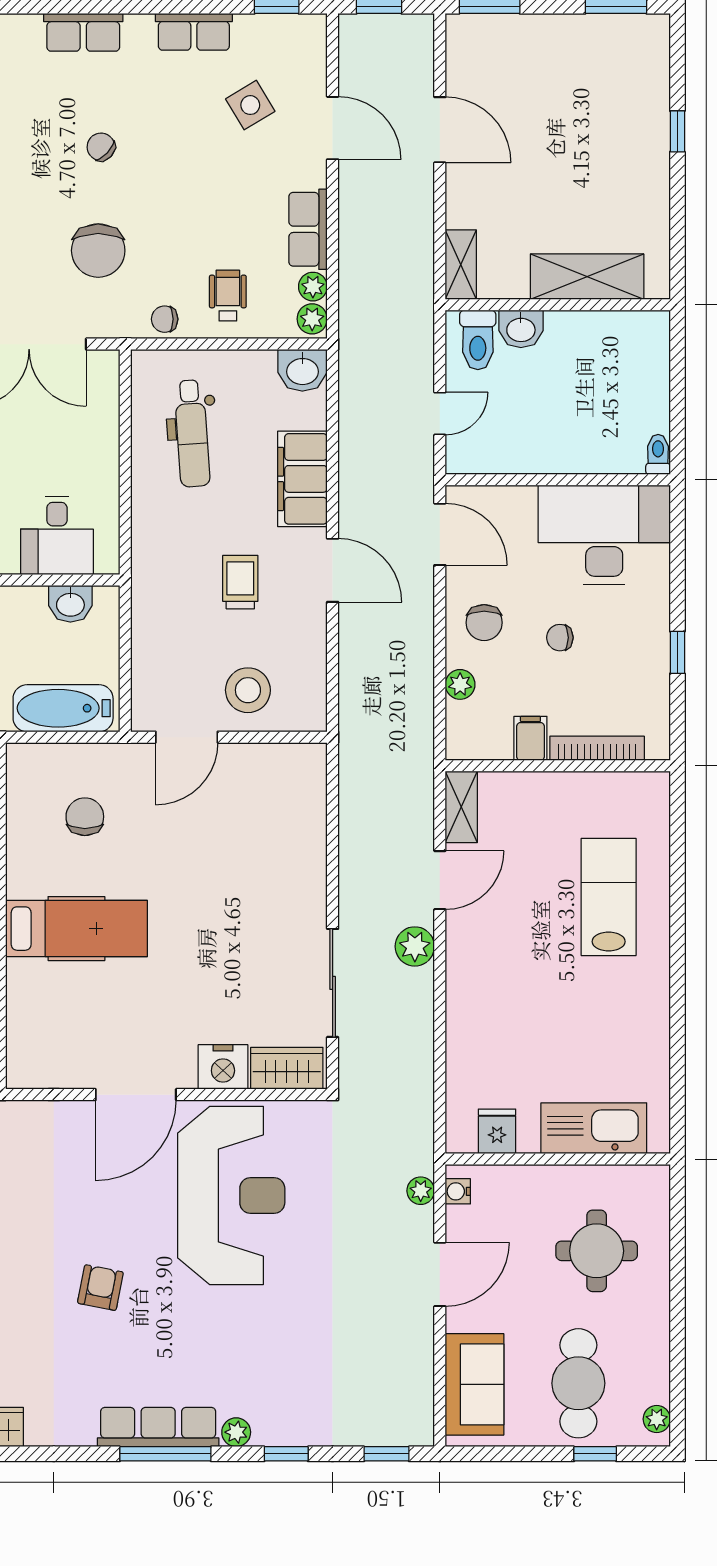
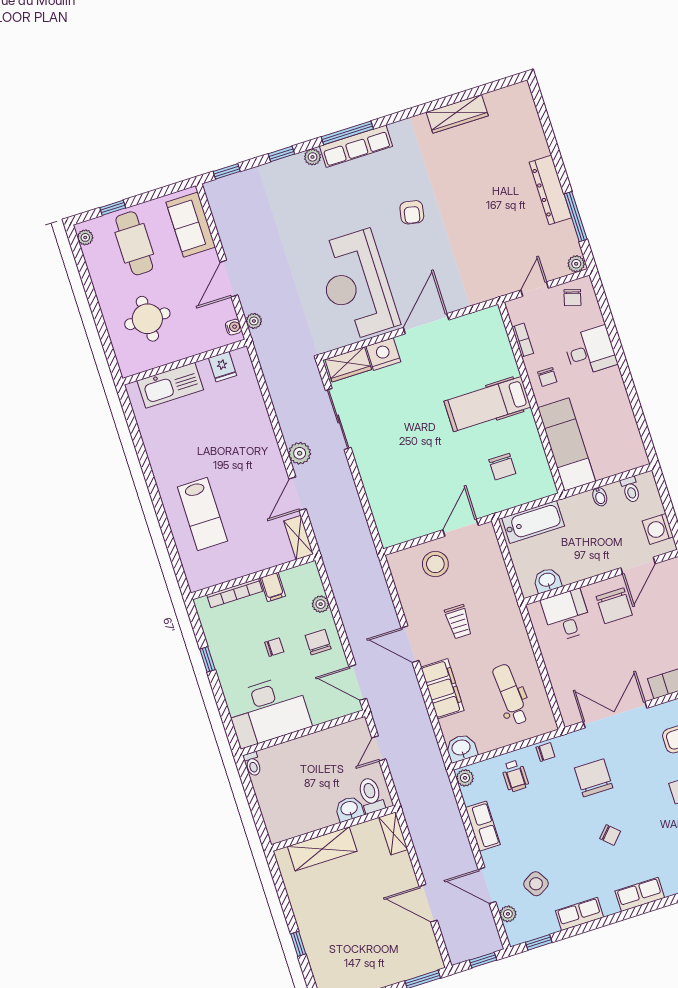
plant: (313, 287) -> (508, 914), moved

